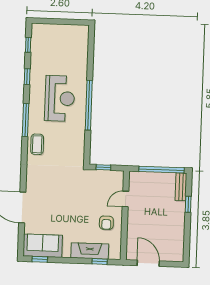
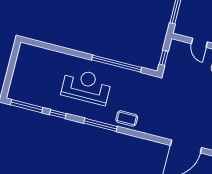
window: (28, 45) -> (27, 106), width x2.17
window: (89, 105) -> (117, 64), moved

